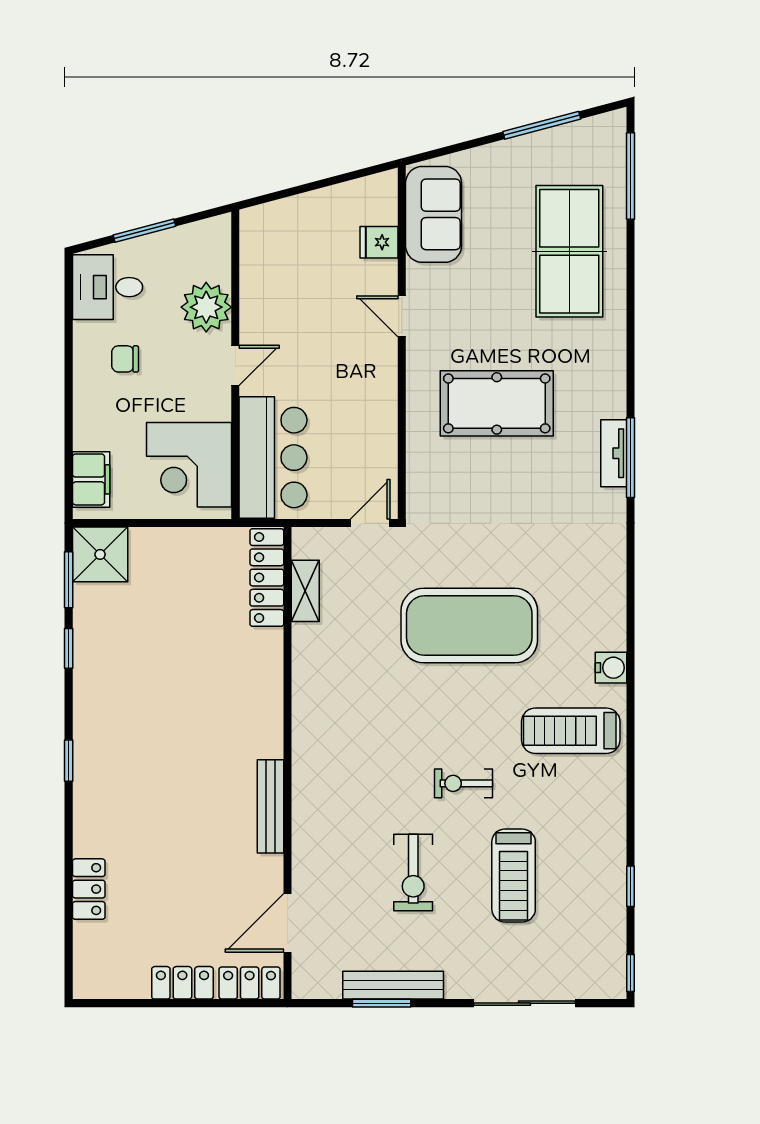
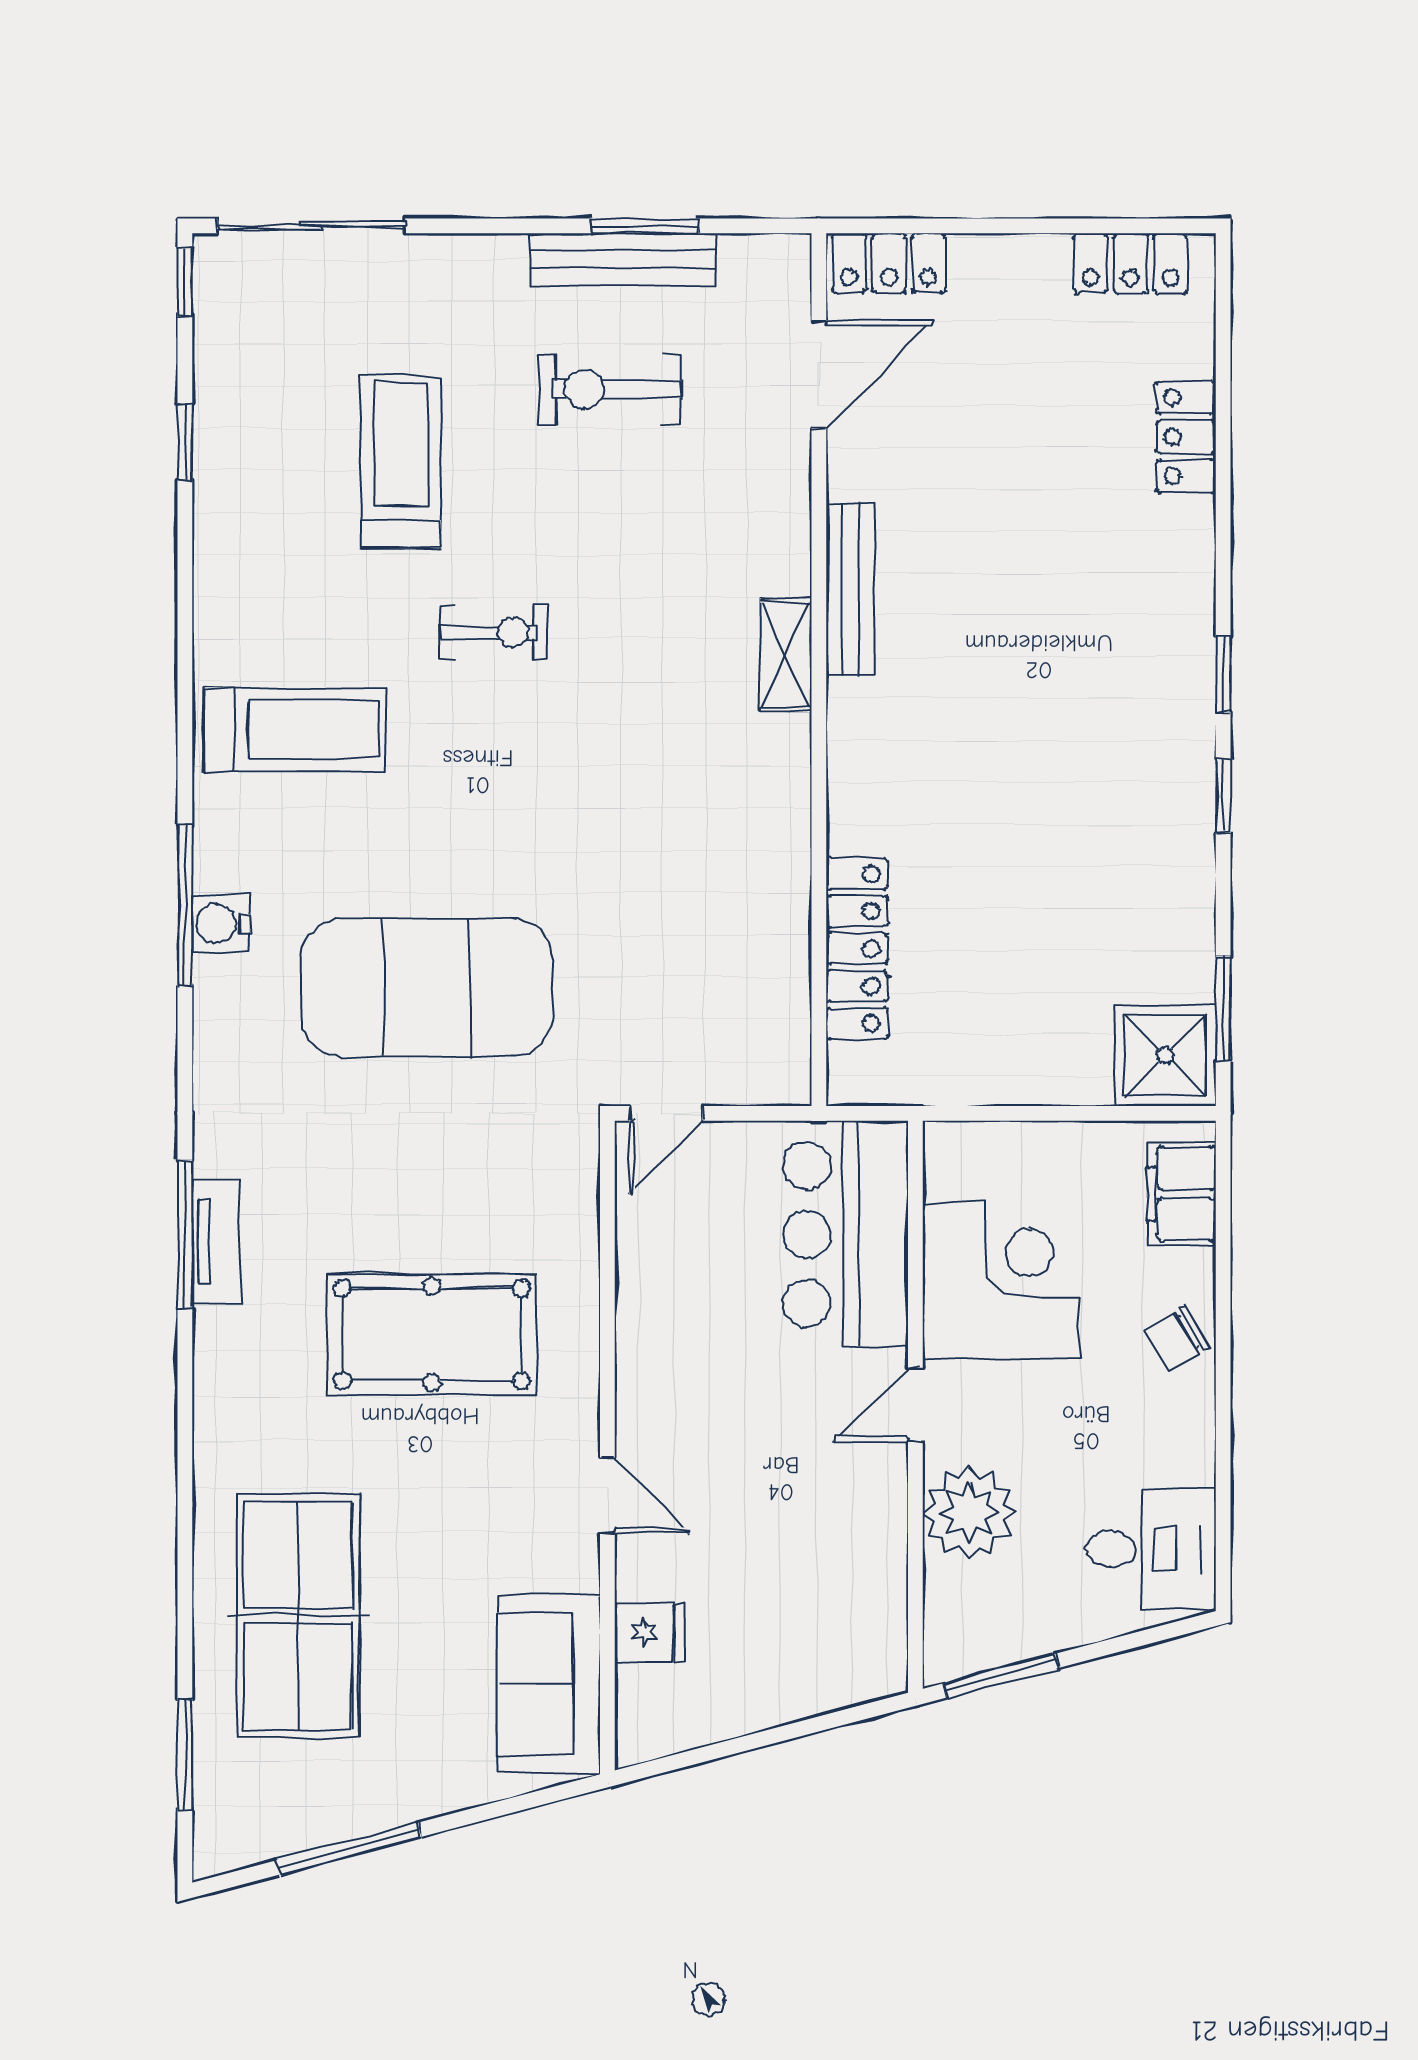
window: (630, 176) -> (185, 1755), width x0.69
window: (144, 231) -> (1001, 1676), moved
chair: (125, 359) -> (1176, 1339), moved, turned 149
corner desk: (189, 465) -> (1001, 1280), moved
locker: (267, 578) -> (857, 949), moved
shelving: (305, 591) -> (786, 655), moved
exercise mat: (469, 625) -> (427, 987), moved
window: (630, 636) -> (185, 905), added
window: (69, 648) -> (1223, 796), moved
water cooler: (611, 668) -> (221, 923), moved
exercise bike: (413, 872) -> (610, 389), moved, turned -90
locker: (182, 983) -> (1130, 263), moved
sliding door: (525, 1003) -> (311, 226), moved

